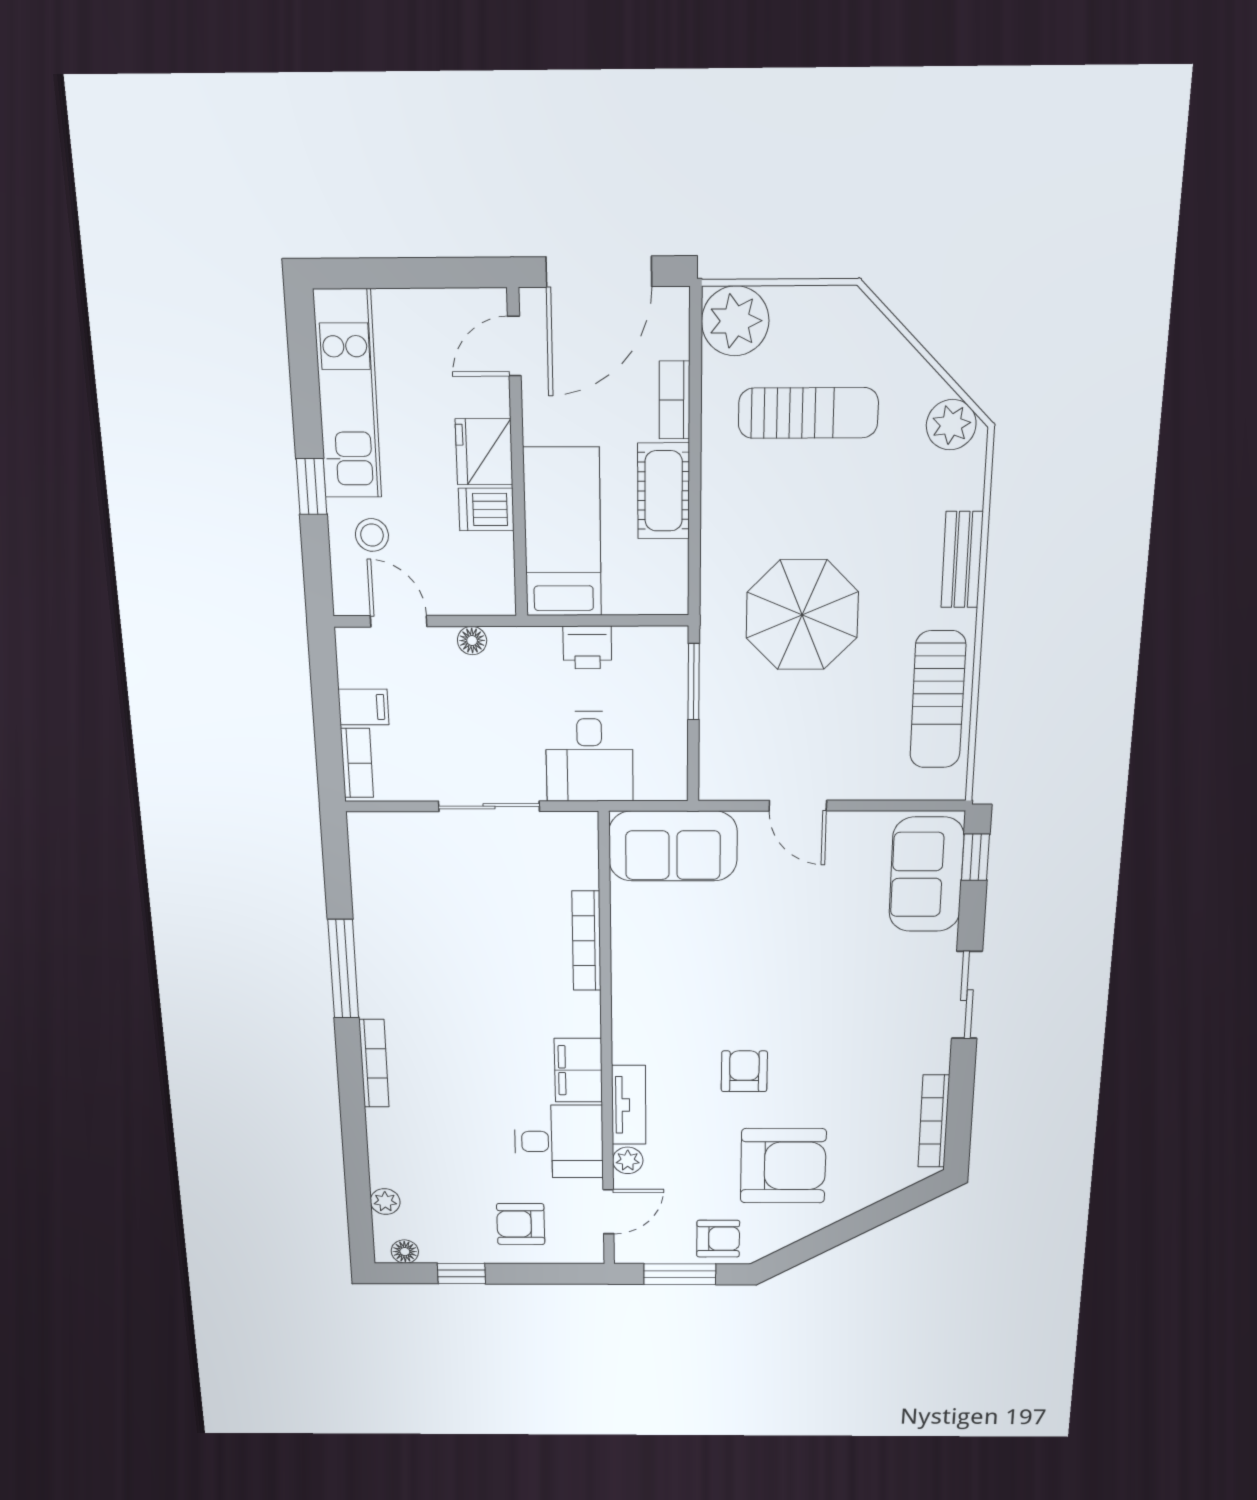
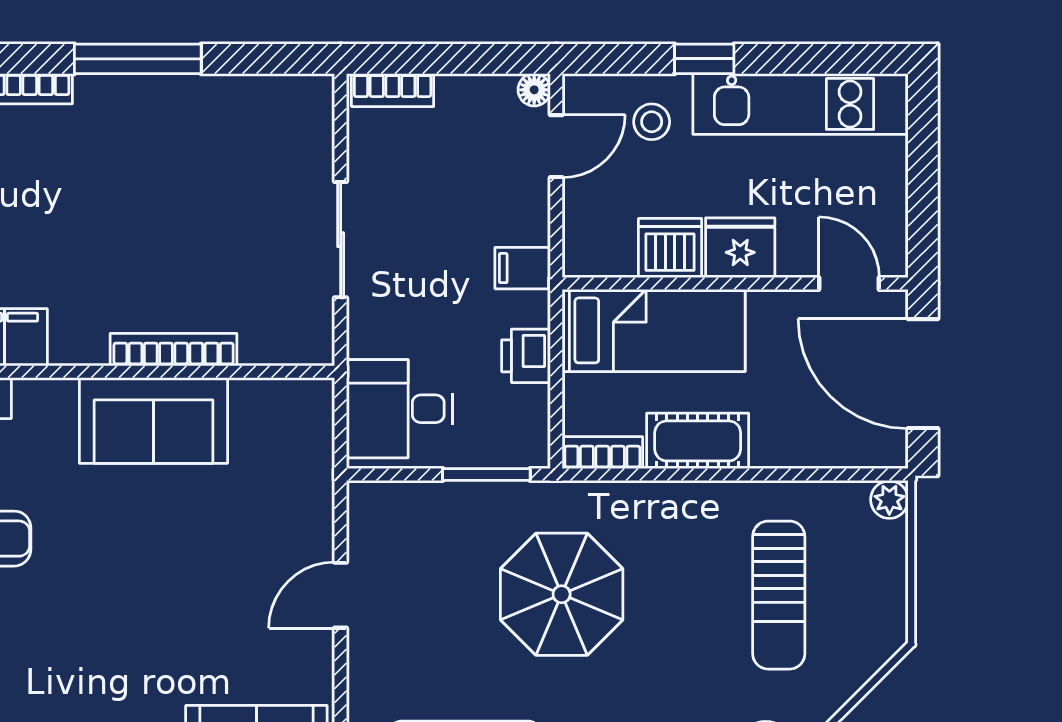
plant: (735, 321) -> (889, 500), width x0.53, depth x0.53
bookcase: (675, 400) -> (602, 453), moved
dishwasher: (486, 509) -> (670, 248), width x1.38
floor lamp: (472, 641) -> (534, 90), moved
filing cabinet: (363, 707) -> (523, 268), moved, turned 90
desk: (589, 757) -> (400, 409), moved
sofa: (673, 846) -> (153, 420), moved, turned -90

